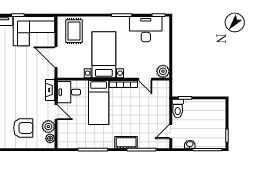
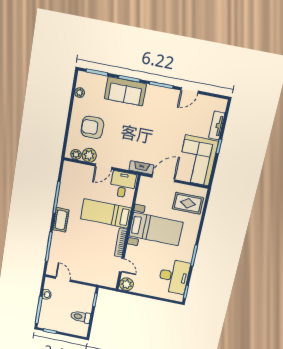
door: (145, 79) -> (122, 265), swing flipped
fireplace: (50, 90) -> (141, 168), moved
toilet: (178, 108) -> (81, 317), moved
armchair: (23, 128) -> (92, 127), turned 90
cot: (126, 142) -> (61, 220), moved

